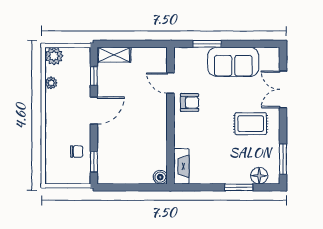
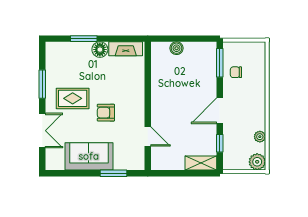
armchair: (189, 102) -> (106, 113), moved
window: (283, 159) -> (42, 84), moved
window: (94, 162) -> (220, 63), width x1.50
fireplace: (181, 166) -> (126, 49), moved, turned -90
floor lamp: (259, 176) -> (100, 50), moved
boiler: (160, 177) -> (177, 48), moved

